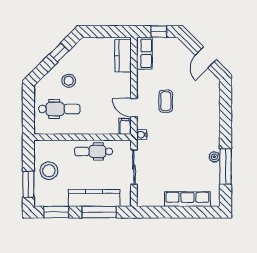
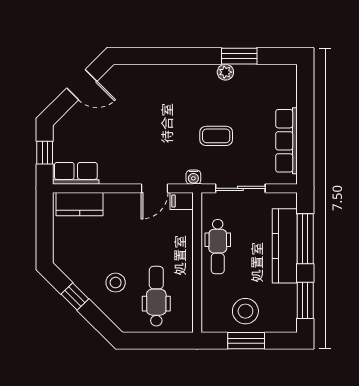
coffee table: (166, 101) -> (216, 136), moved
window: (226, 166) -> (239, 56), width x0.69
window: (28, 184) -> (246, 341), moved
row of seats: (187, 199) -> (287, 141), moved

